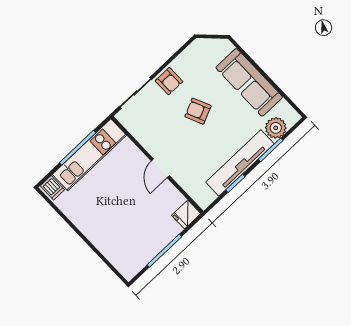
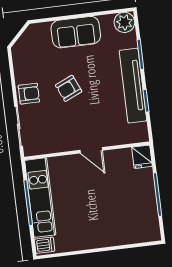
sofa: (249, 82) -> (76, 32), width x0.73
plant: (276, 128) -> (124, 22), moved

